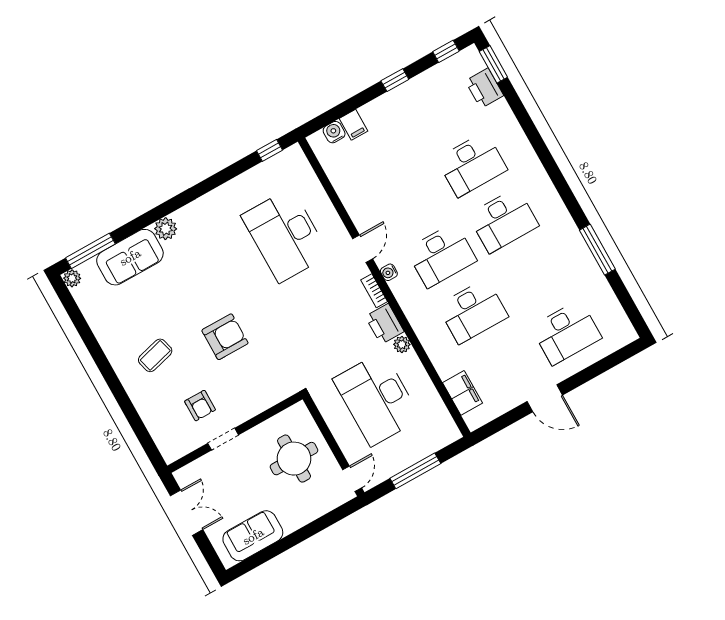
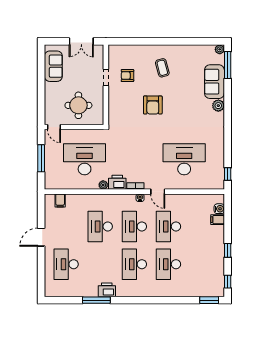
printer: (484, 88) -> (107, 290), moved
desk: (410, 199) -> (168, 226), added
filing cabinet: (463, 393) -> (60, 200), width x0.50

